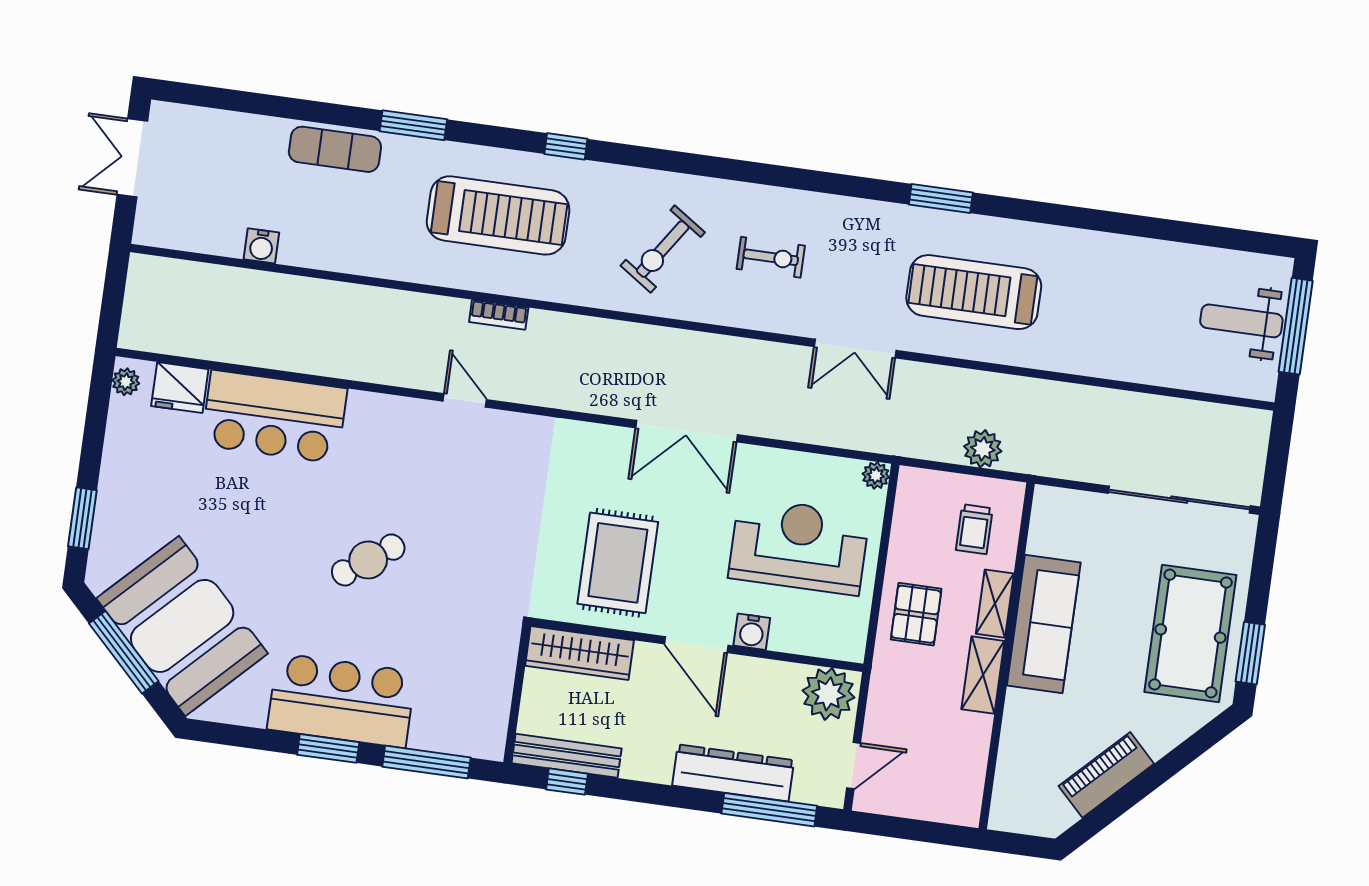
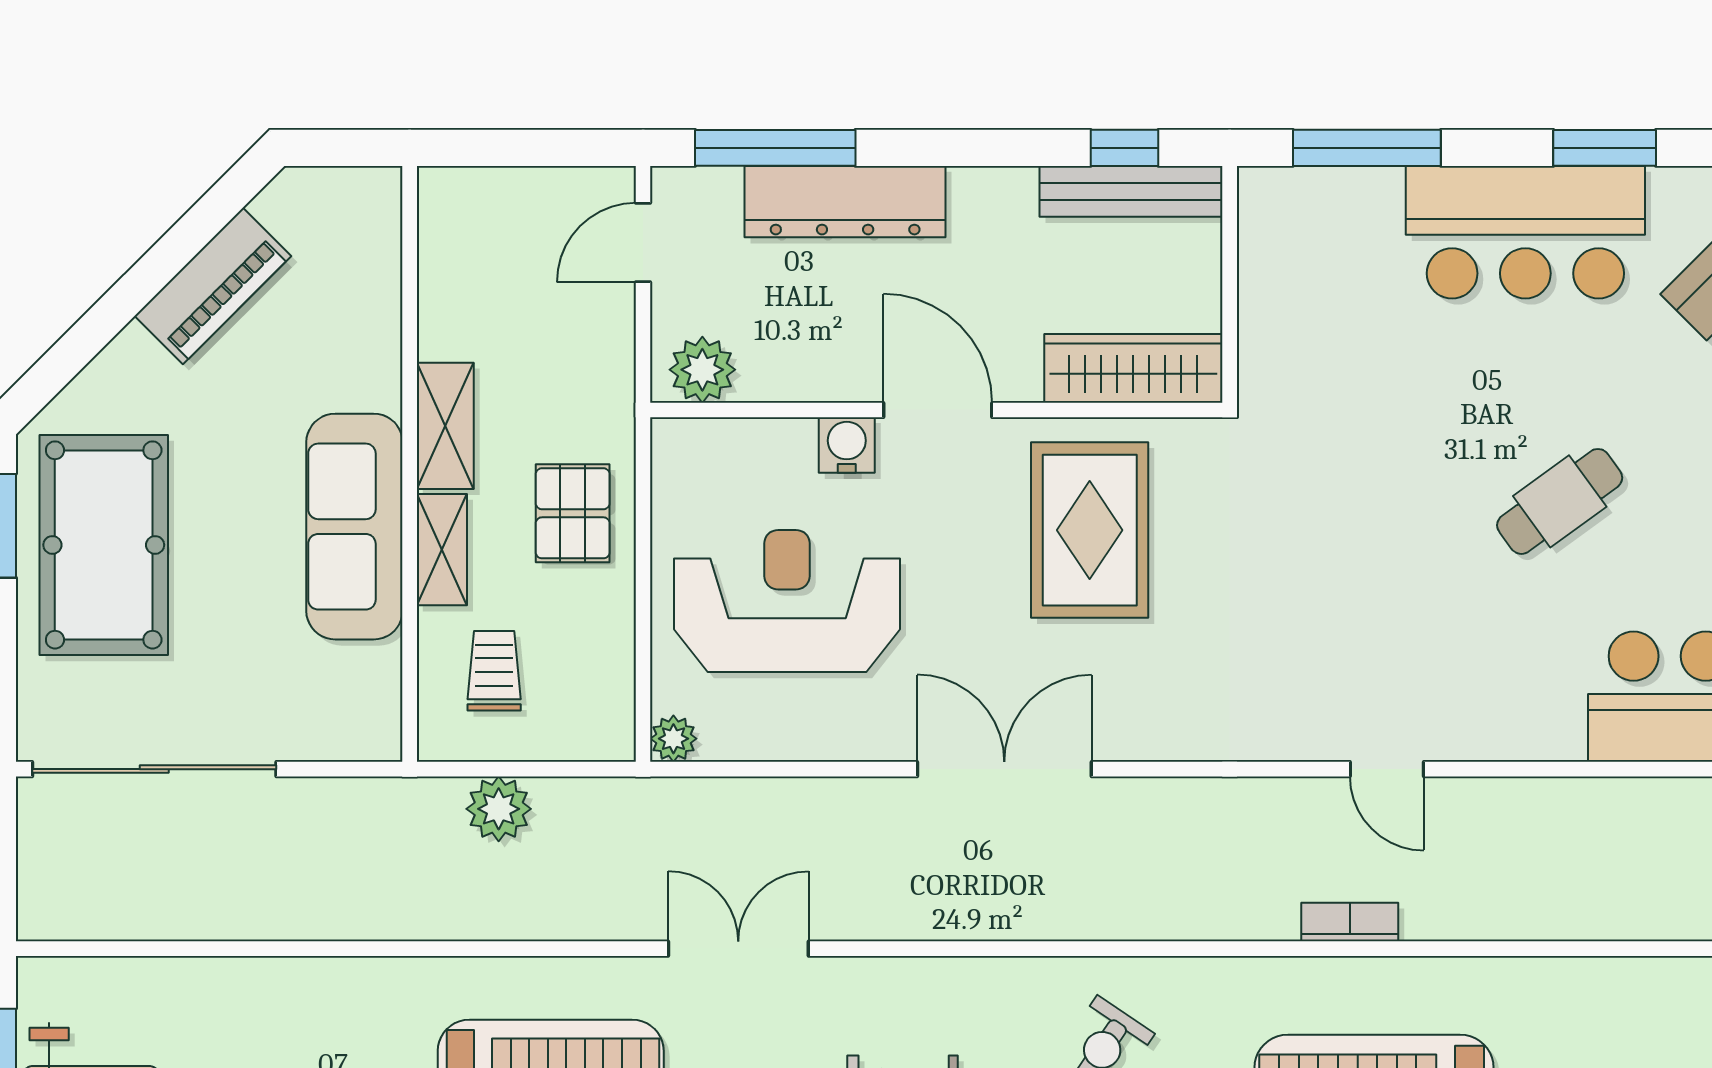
reception desk: (799, 546) -> (787, 601), turned 180
cafe table: (368, 560) -> (1560, 501), moved
plant: (828, 694) -> (702, 370), width x0.73, depth x0.73
window: (328, 748) -> (1605, 148), moved

